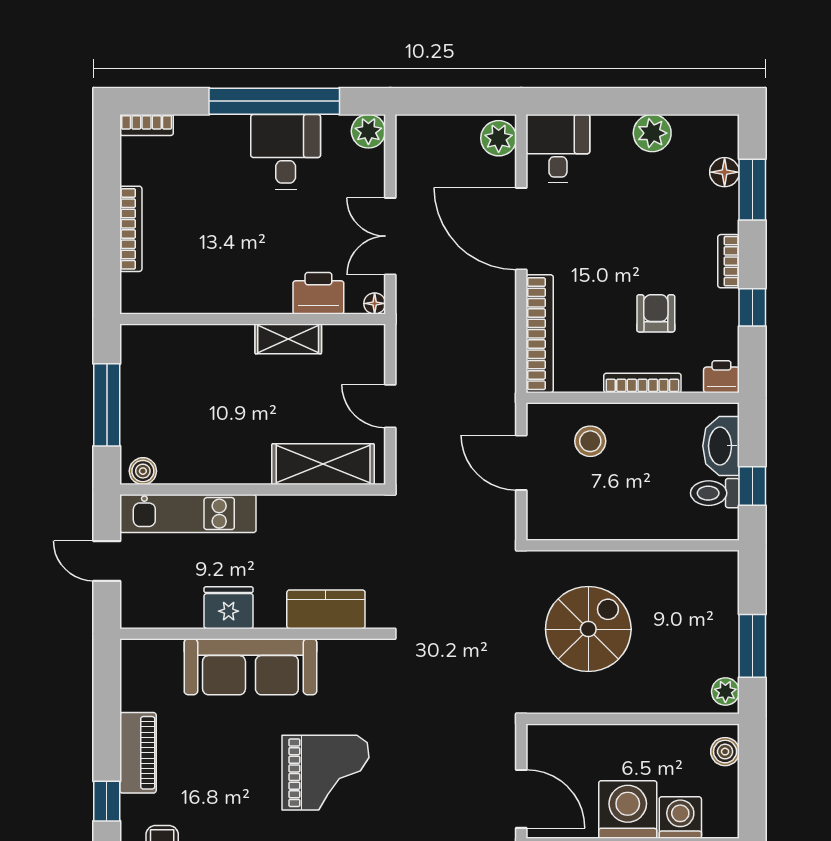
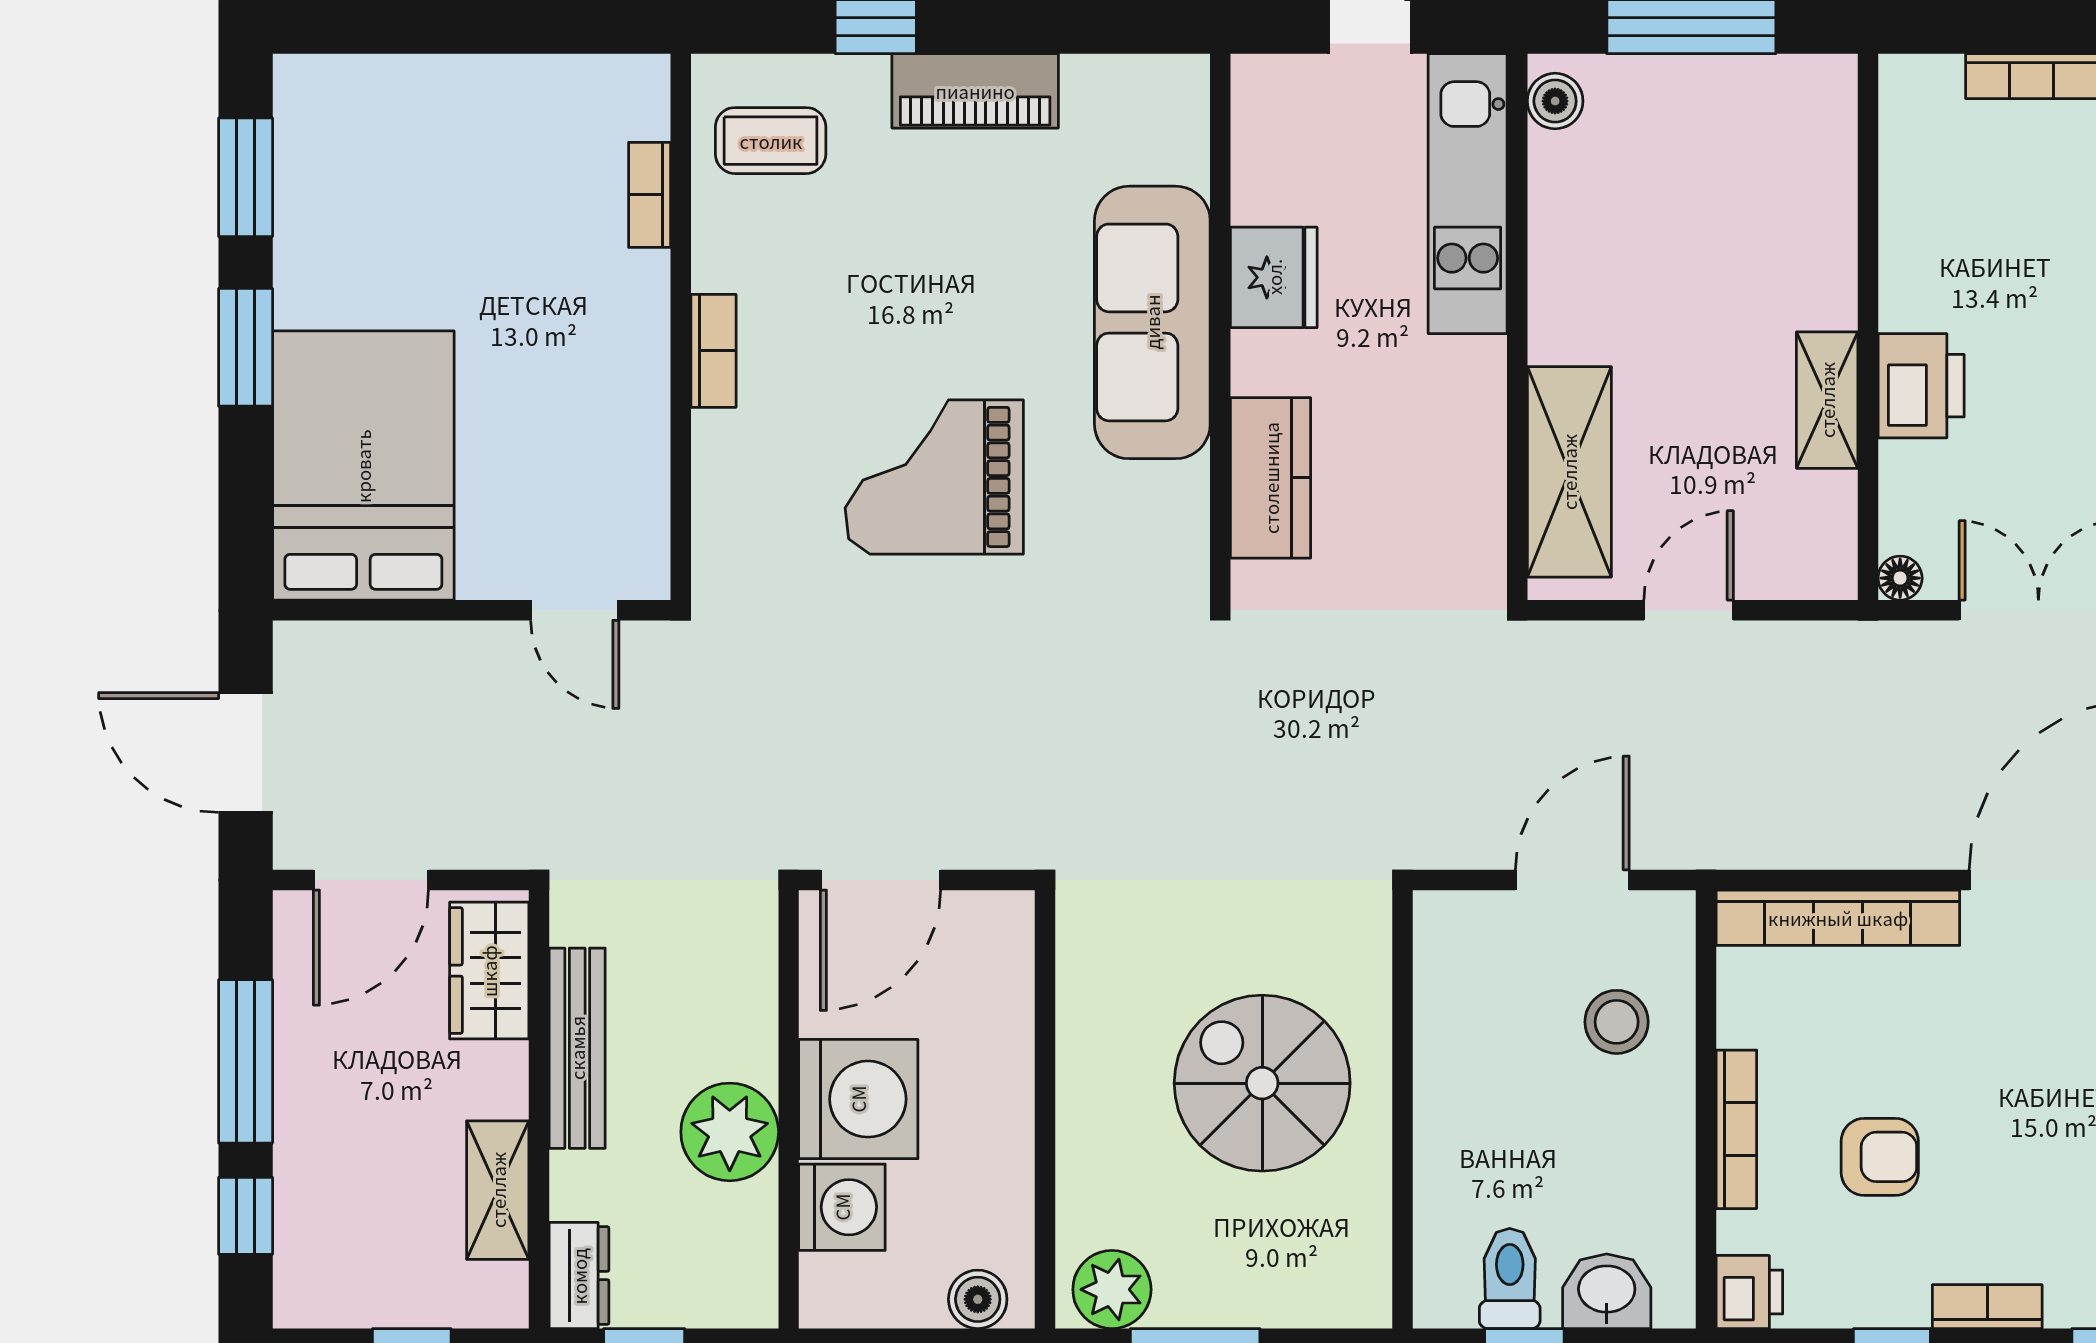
printer: (318, 293) -> (1921, 386), moved
washbasin: (721, 446) -> (1607, 1291), width x0.72
spiral stairs: (588, 629) -> (1262, 1083), moved, turned 180
plant: (725, 692) -> (1112, 1289), width x1.38, depth x1.38
grand piano: (326, 773) -> (934, 477), turned 90

